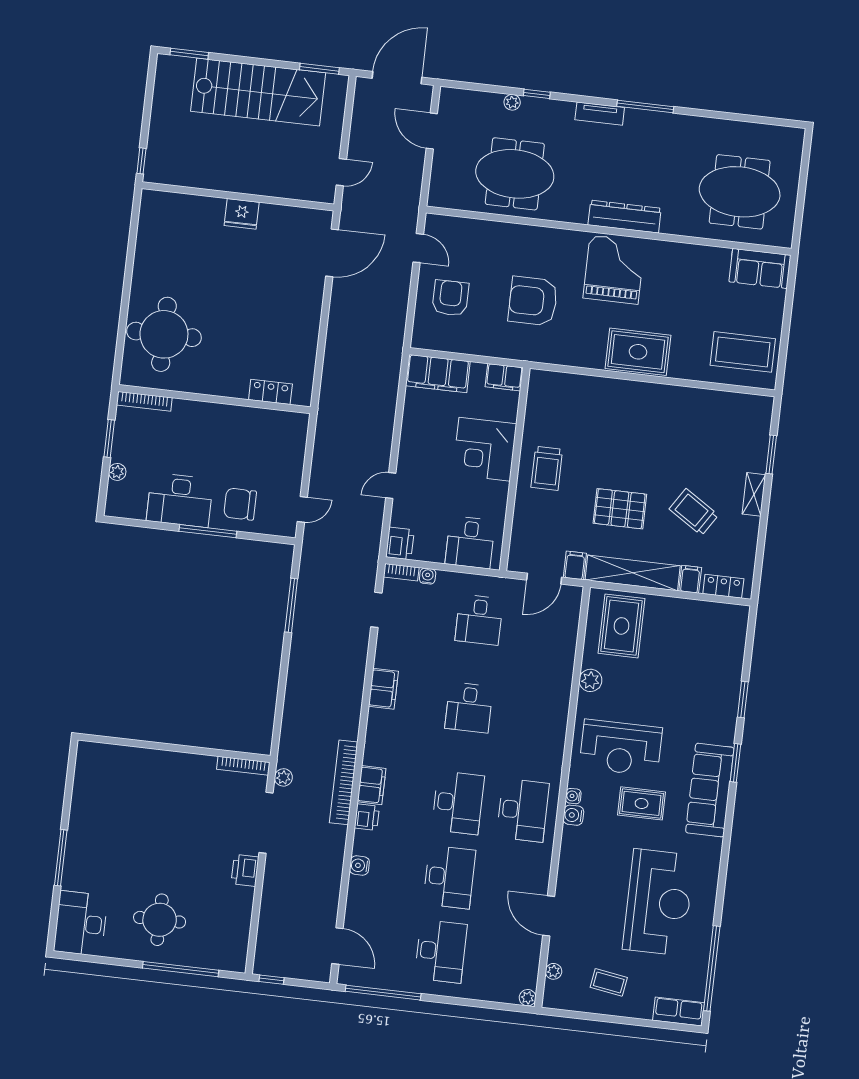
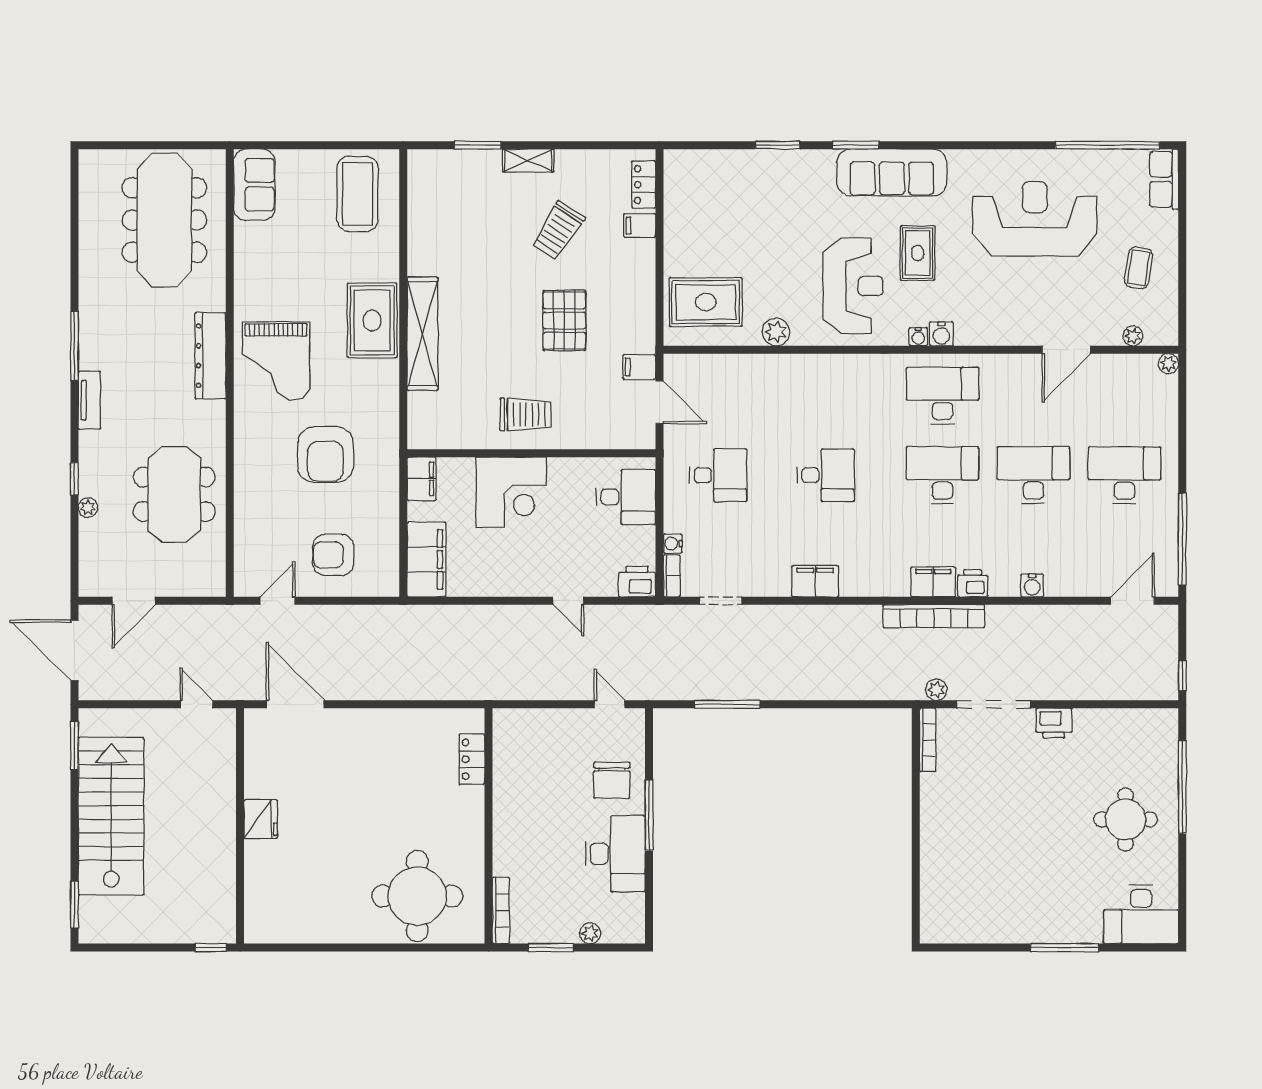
meeting table: (740, 192) -> (164, 220), width x1.36
grand piano: (614, 270) -> (276, 361), turned -90
shelving: (633, 573) -> (422, 334), moved

